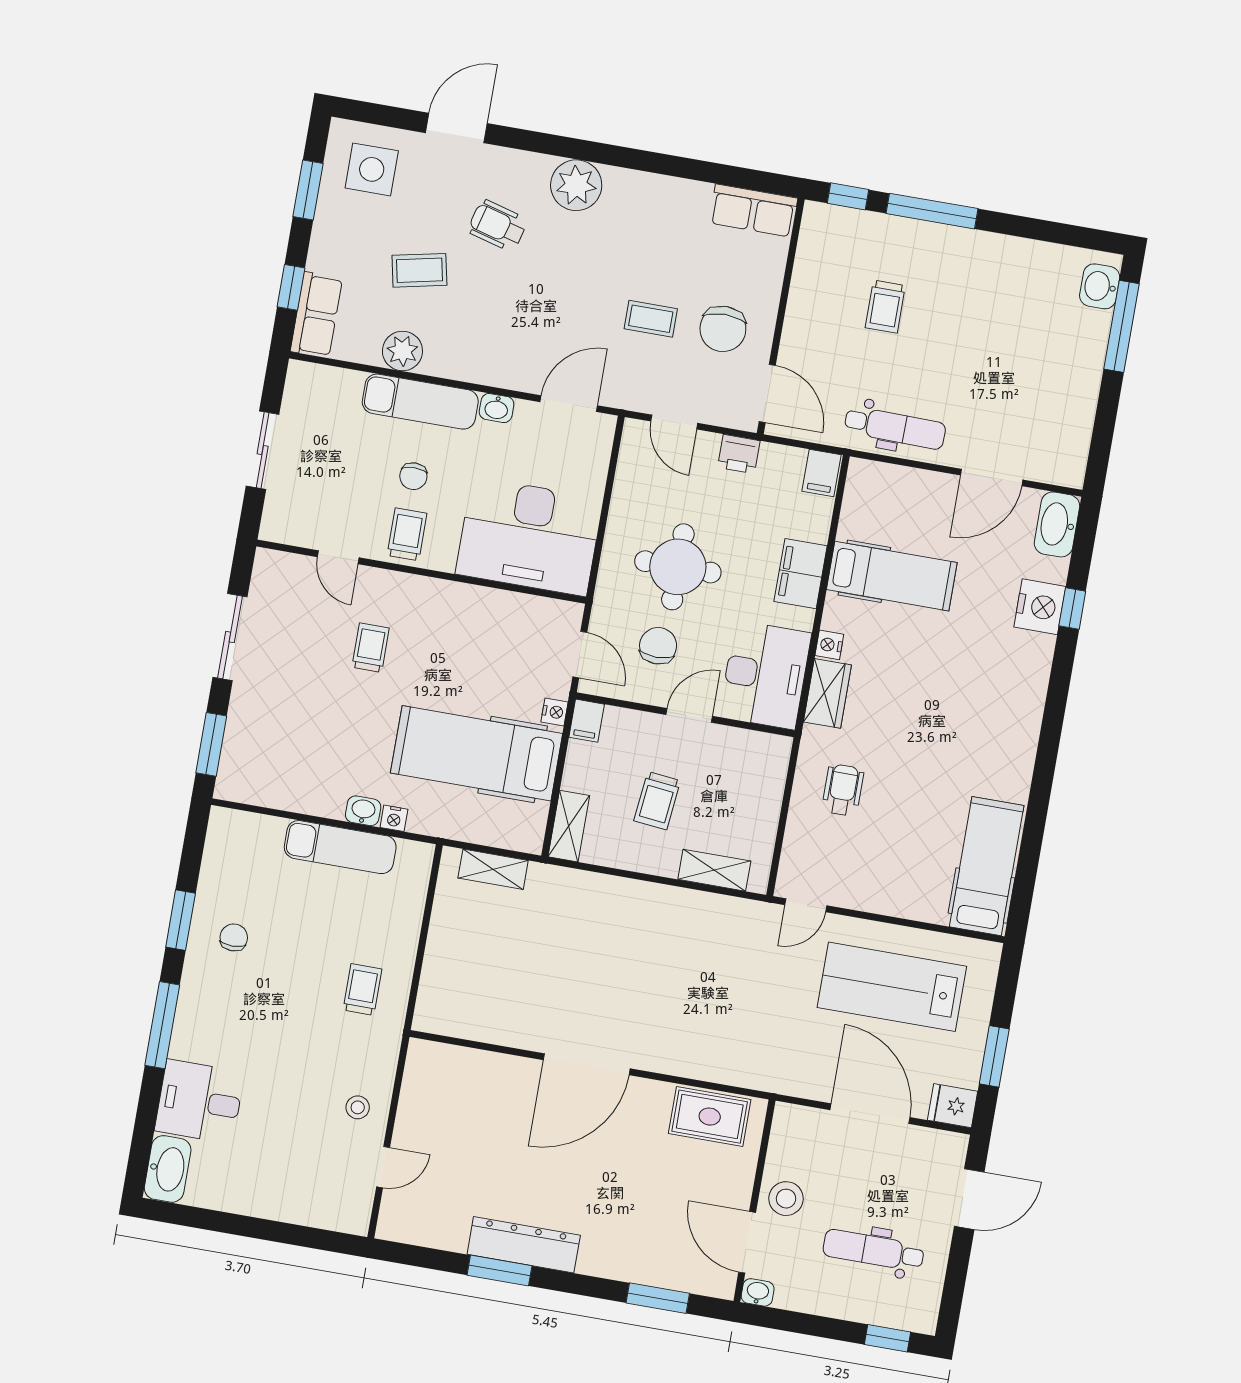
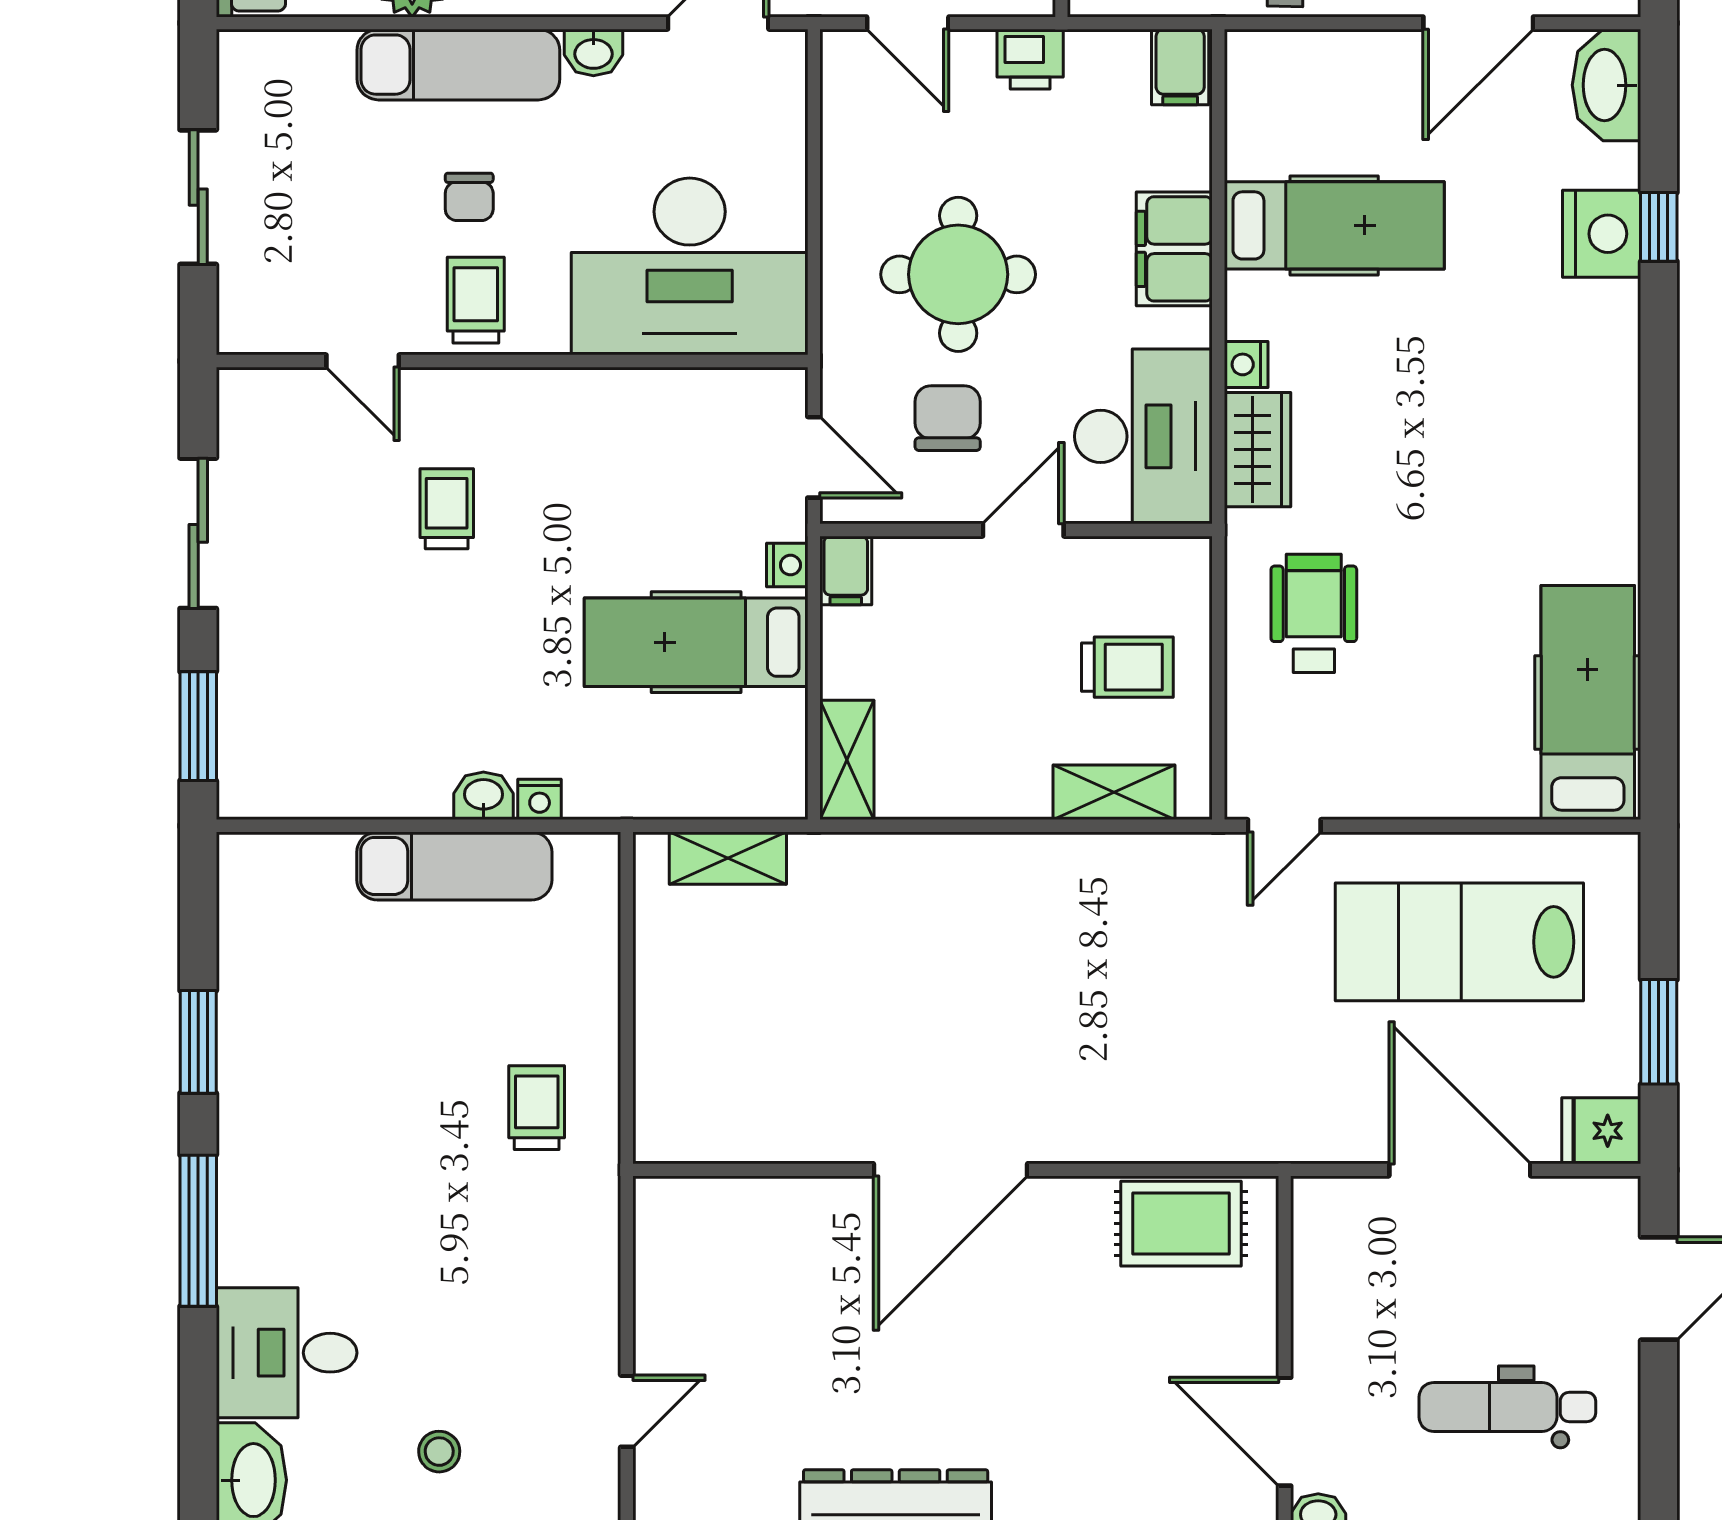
hospital bed: (477, 753) -> (696, 642), width x0.73, depth x0.78
wheelchair: (843, 790) -> (1314, 613), width x1.36, depth x1.37
trolley: (657, 801) -> (1127, 667), moved, turned -96
chair: (234, 937) -> (296, 1056), removed
stool: (358, 1107) -> (439, 1452), moved
stool: (786, 1199) -> (1339, 1343), removed

